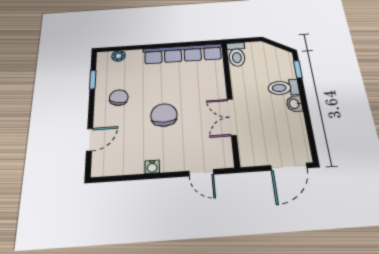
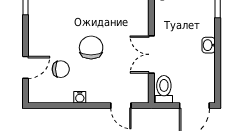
toilet: (283, 88) -> (164, 89), moved, turned 90
chair: (119, 98) -> (61, 69), moved, turned 81

